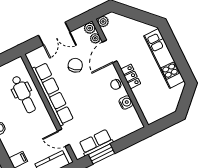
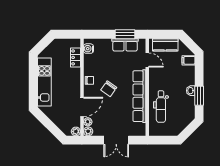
double door: (54, 34) -> (116, 140), swing flipped
chair: (75, 65) -> (109, 89), moved
locker: (131, 76) -> (75, 57), moved
dental chair: (24, 94) -> (161, 107), turned 180
water cooler: (126, 102) -> (88, 49), moved

